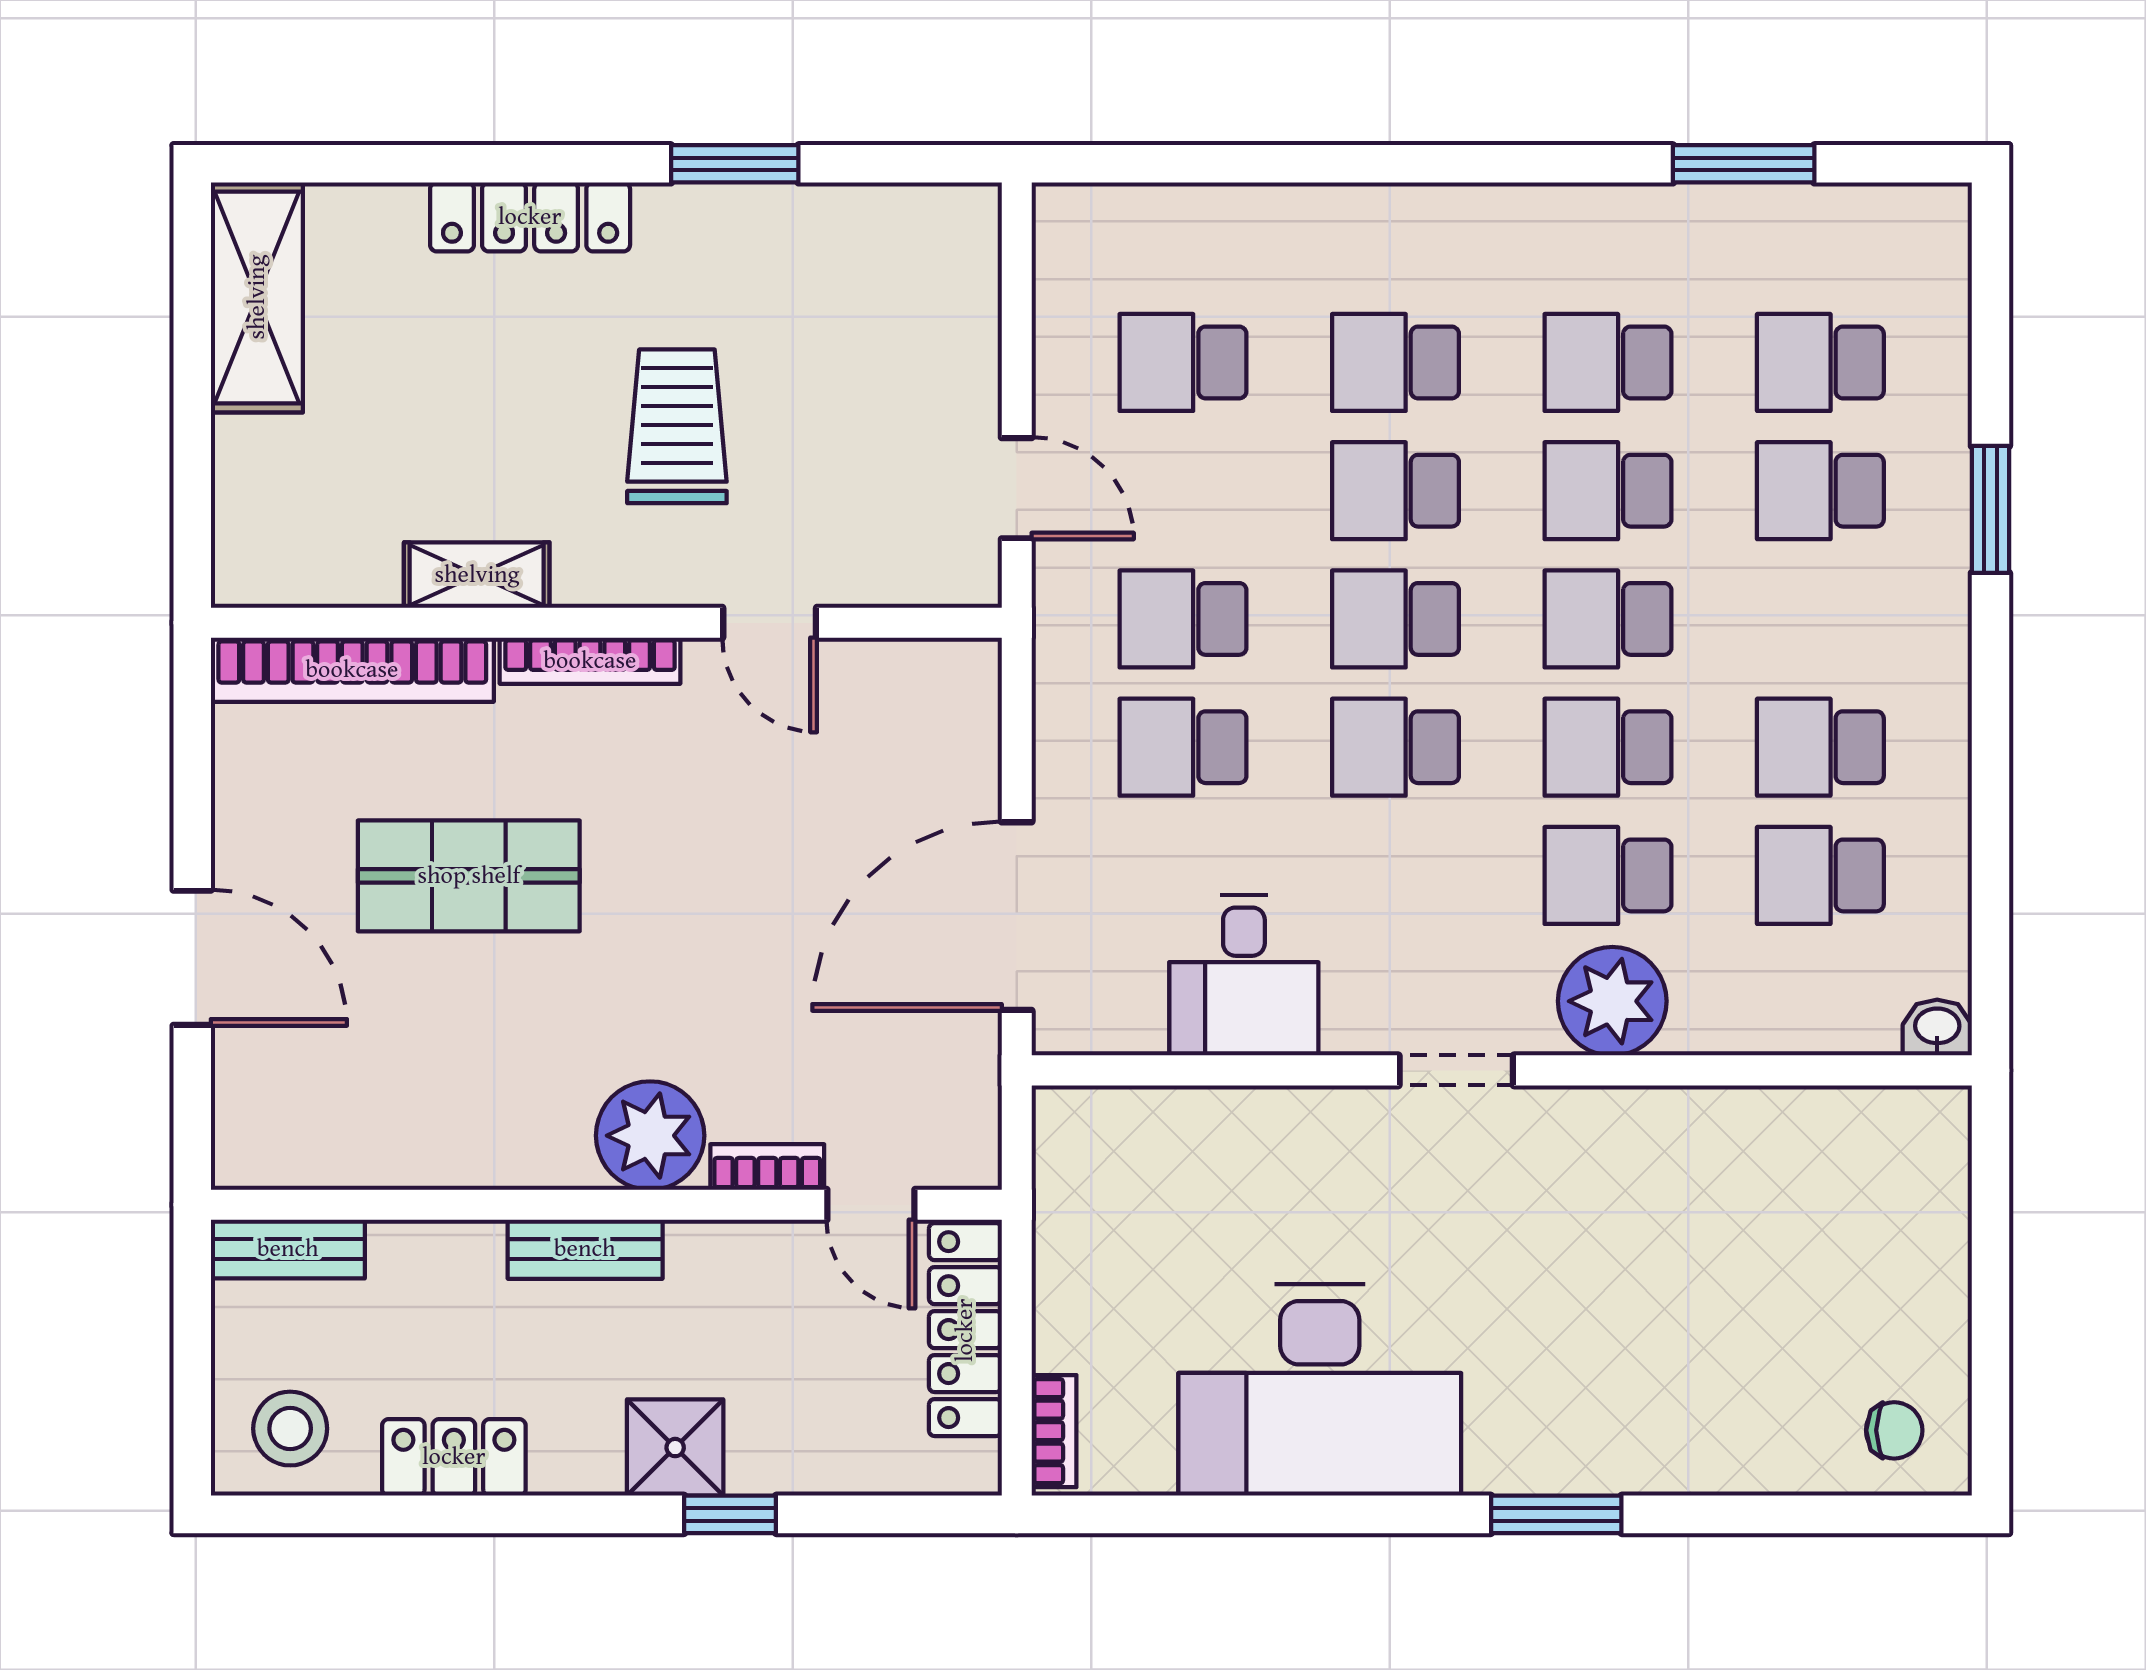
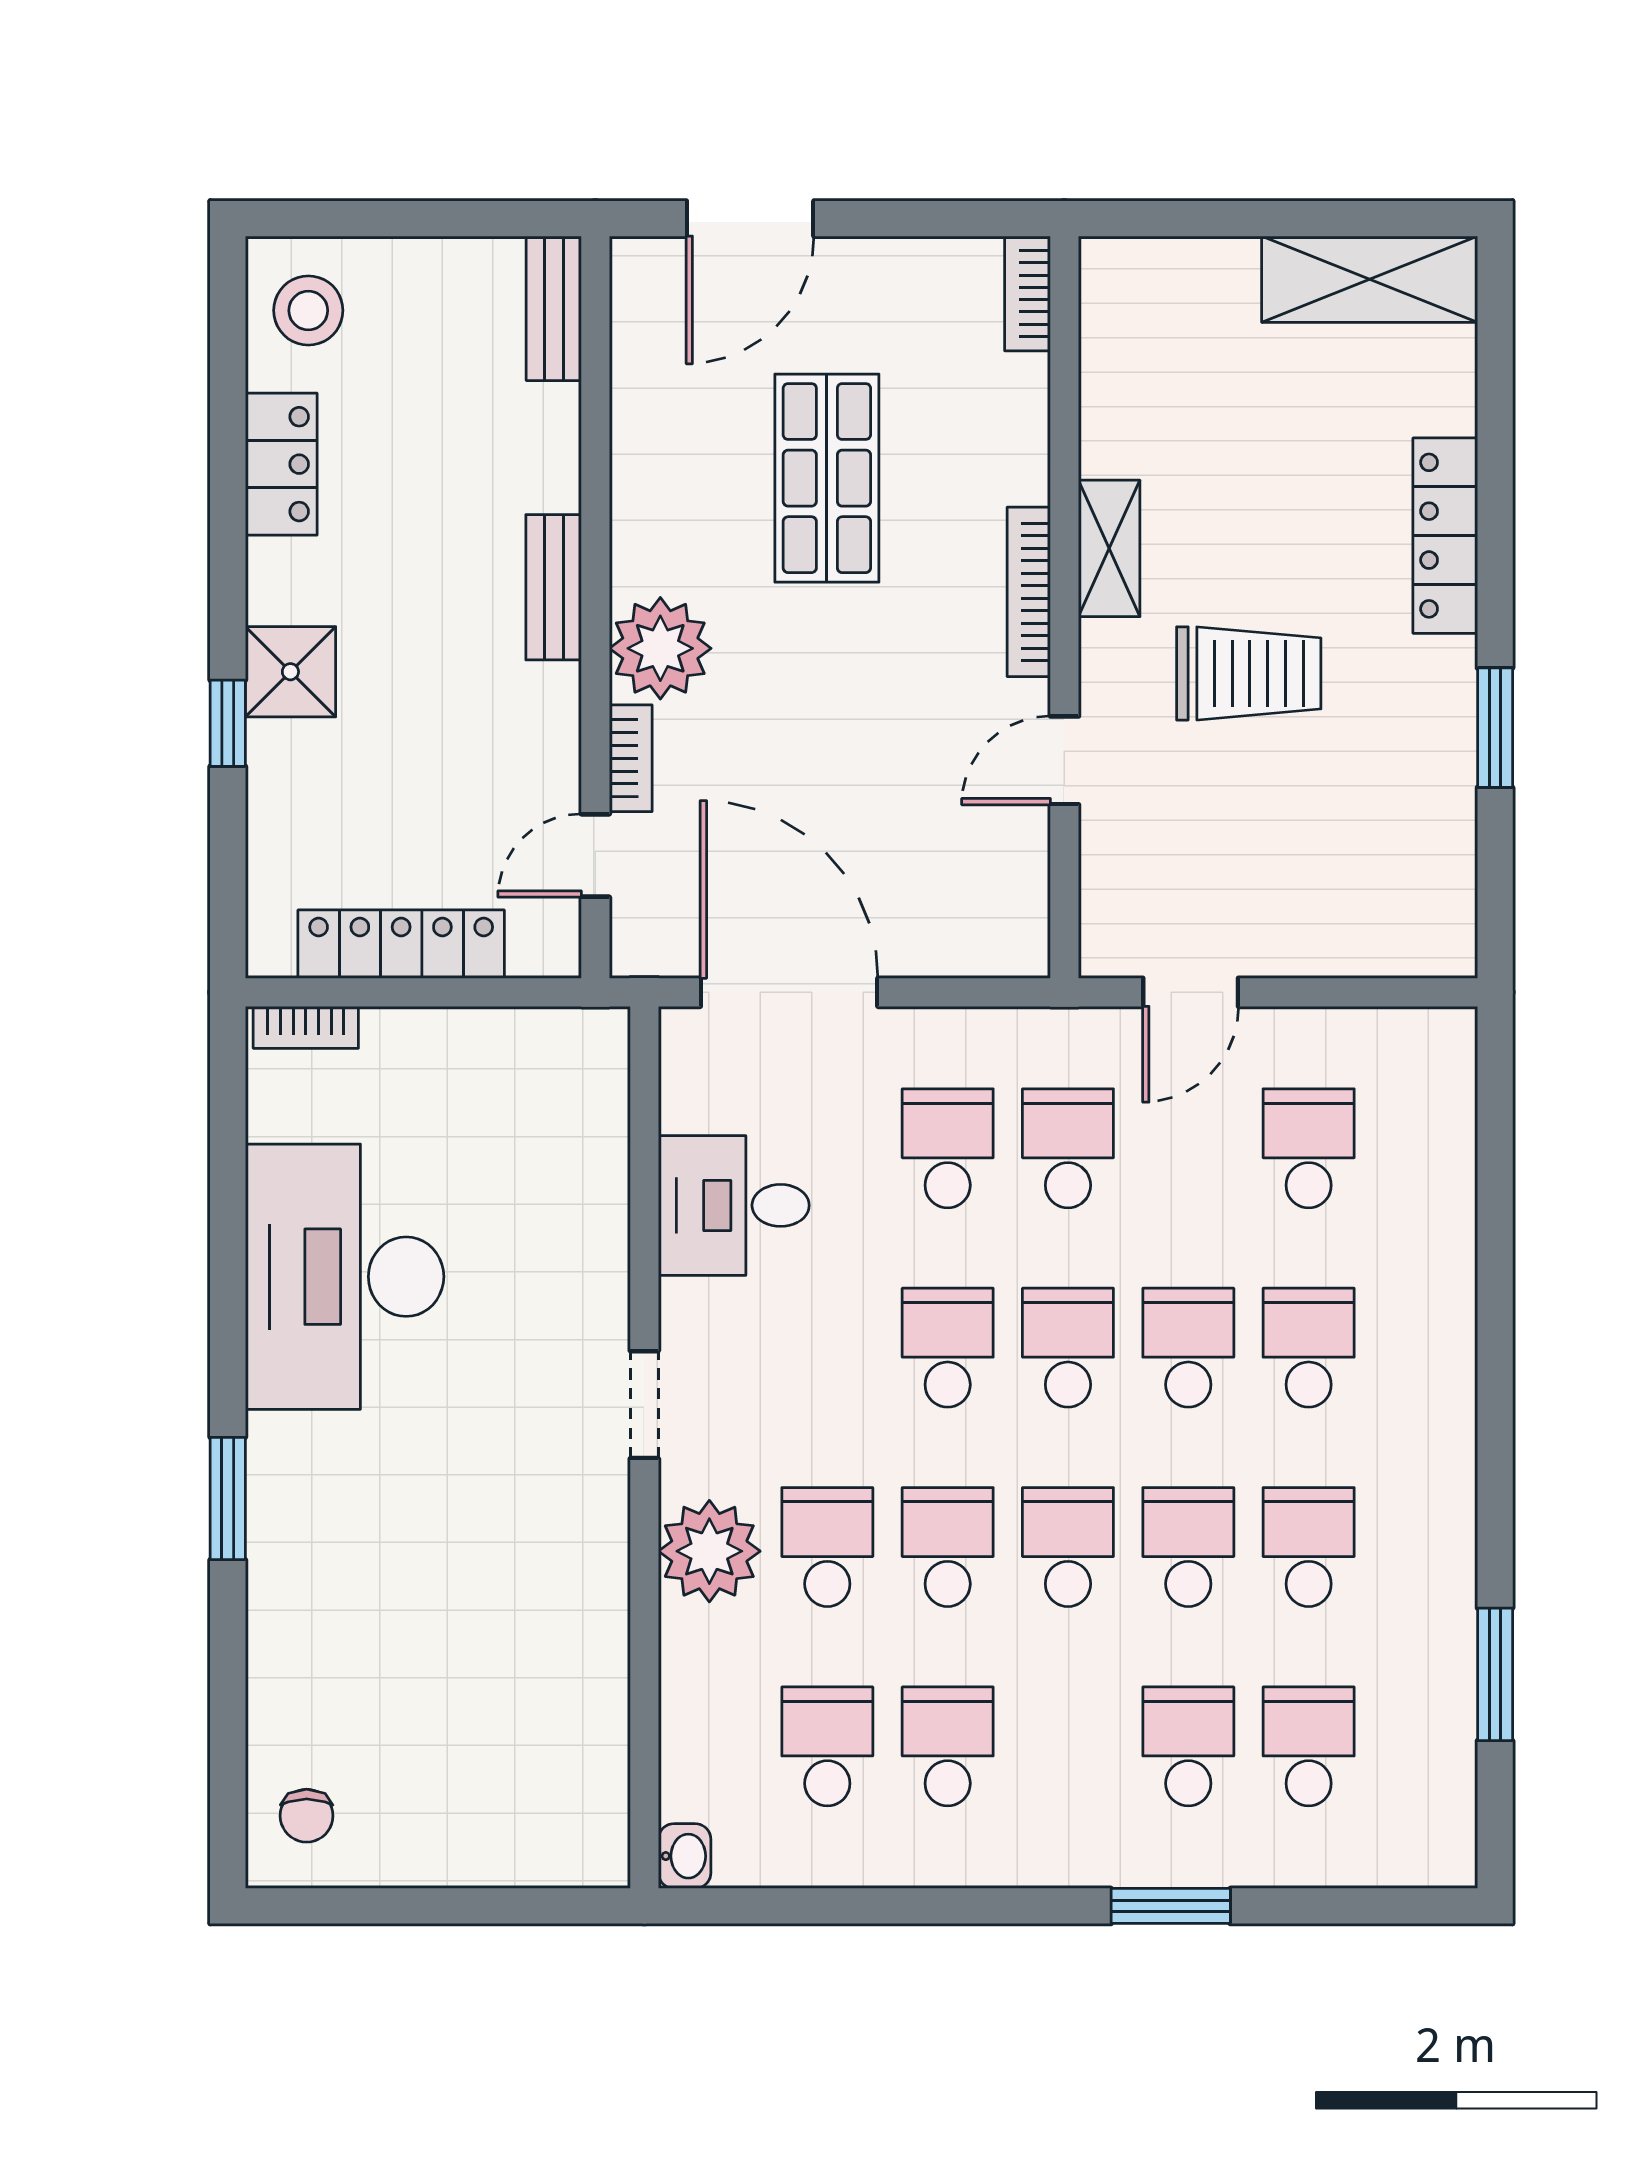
shelving: (477, 575) -> (1109, 548), moved
bookcase: (352, 670) -> (1028, 293), width x0.43, depth x0.76
plant: (650, 1136) -> (660, 648), moved
bookcase: (767, 1167) -> (631, 758), moved
wall: (606, 1205) -> (595, 607), moved
door: (871, 1205) -> (595, 855), moved
bench: (288, 1249) -> (554, 308), moved
bench: (585, 1249) -> (554, 587), moved

